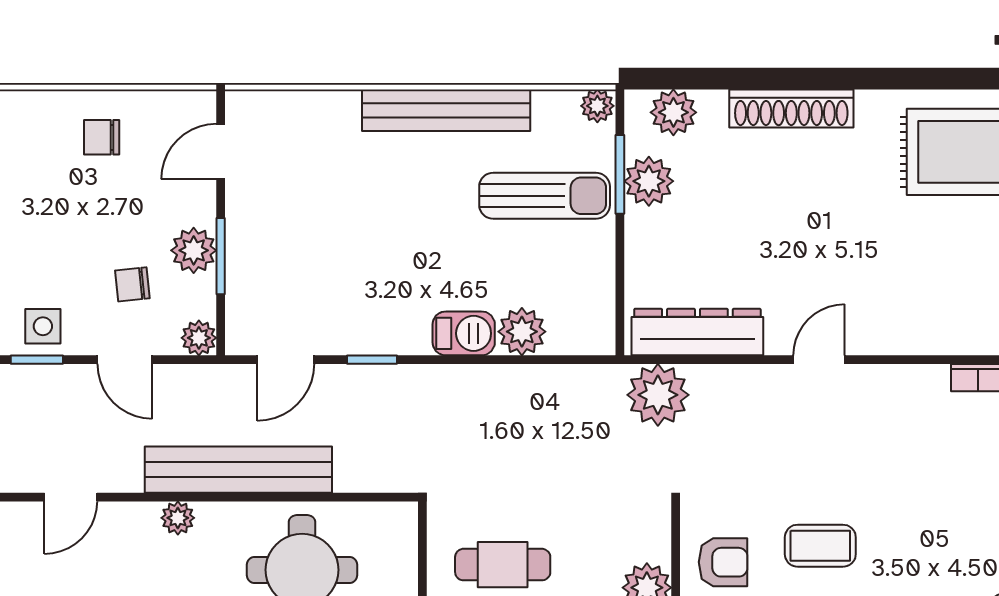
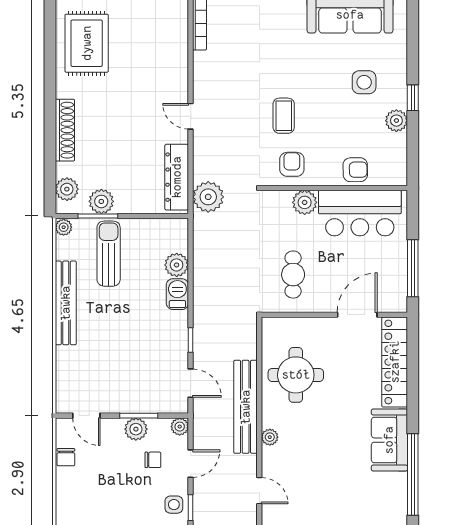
chair: (102, 137) -> (66, 457), moved
chair: (132, 284) -> (153, 460), turned -84

